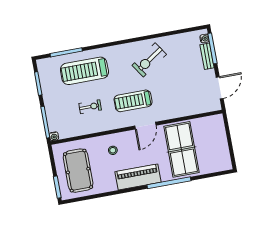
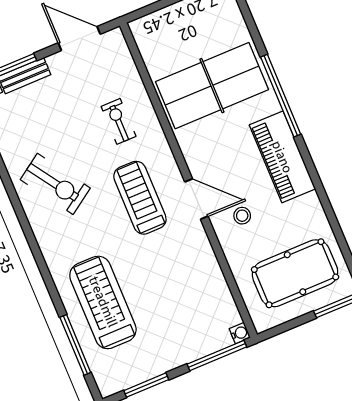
treadmill: (84, 71) -> (103, 302), turned 180
treadmill: (133, 101) -> (140, 198), turned 180
exercise bike: (90, 107) -> (119, 121), moved
door: (145, 126) -> (196, 199), moved

